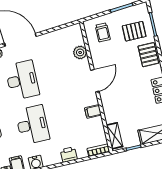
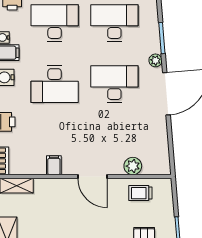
trolley: (103, 32) -> (140, 193), moved
desk: (22, 80) -> (114, 84), turned 180

